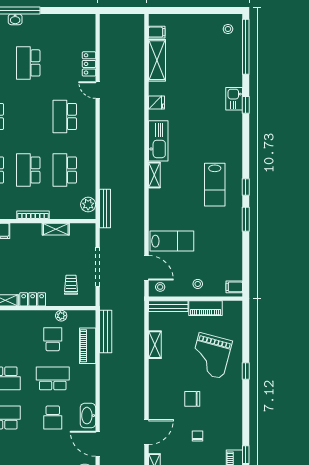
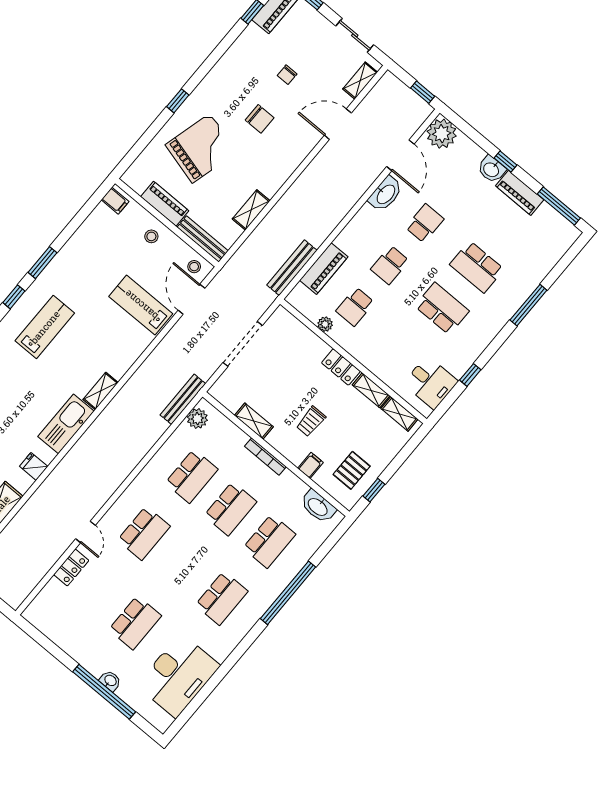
trolley: (71, 285) -> (311, 421), moved
school desk: (53, 378) -> (390, 265), width x0.54

